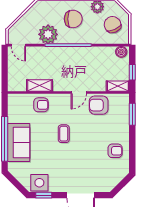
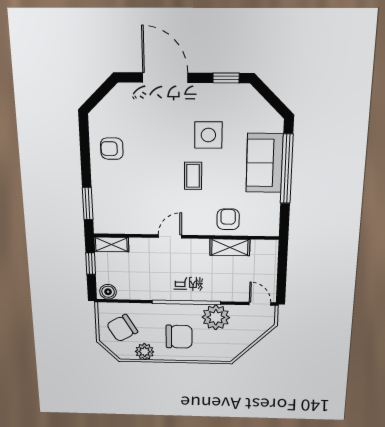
chair: (73, 19) -> (179, 337), turned 180
chair: (113, 25) -> (122, 328), turned 84
armchair: (41, 105) -> (228, 219), turned 90
armchair: (99, 105) -> (139, 218), removed
side table: (39, 183) -> (208, 135), moved

